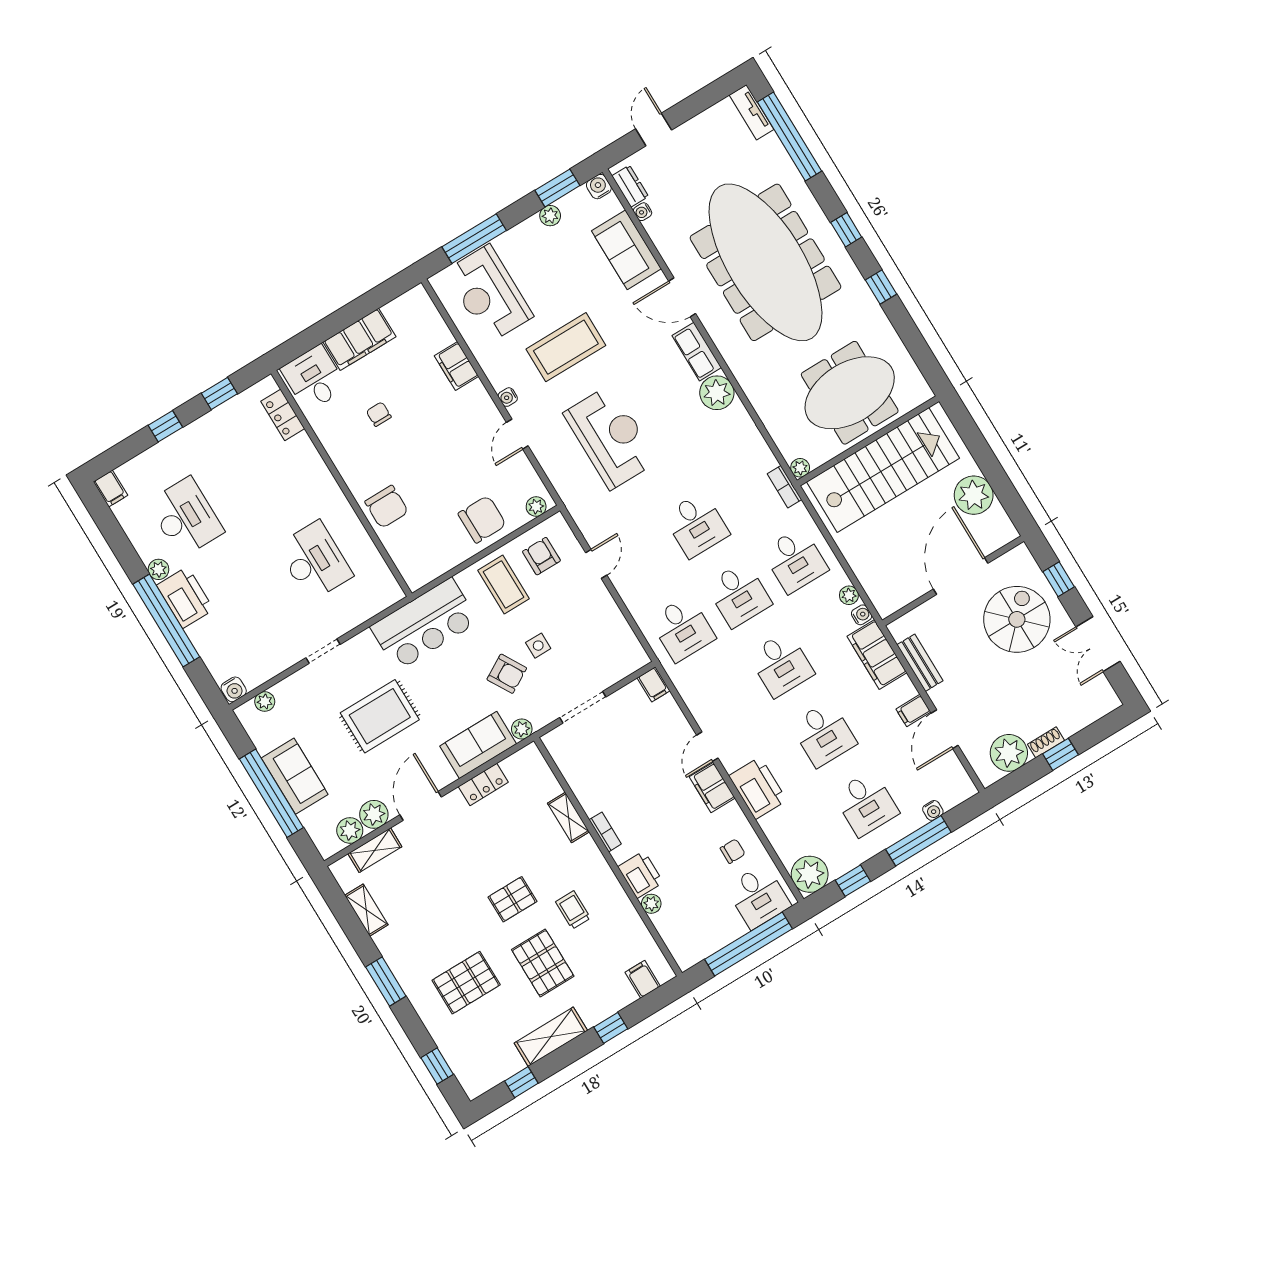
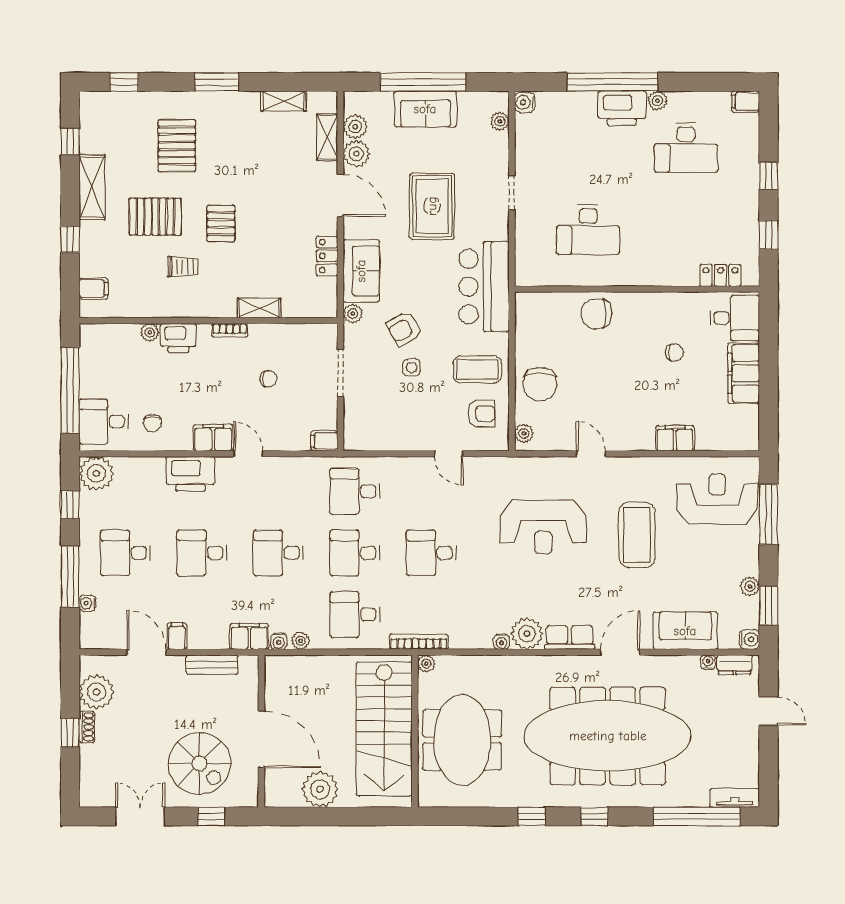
water cooler: (508, 397) -> (502, 642), moved, turned 180
bookcase: (784, 487) -> (419, 642), width x1.56
filing cabinet: (877, 654) -> (249, 636), width x0.67, depth x0.86
chair: (628, 770) -> (268, 379), added

